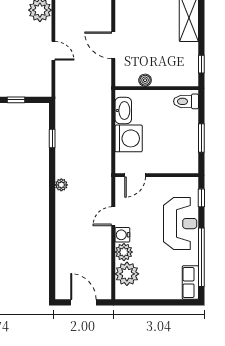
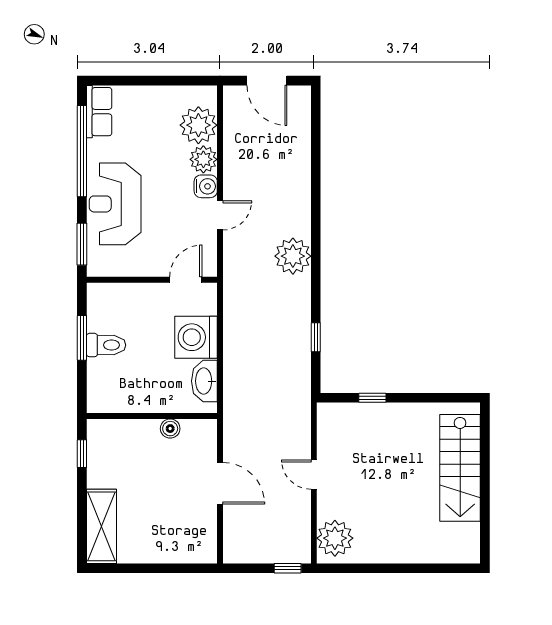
toilet: (186, 101) -> (106, 345), moved
plant: (61, 185) -> (293, 256), width x1.88, depth x1.88
window: (201, 198) -> (82, 244), width x1.50

